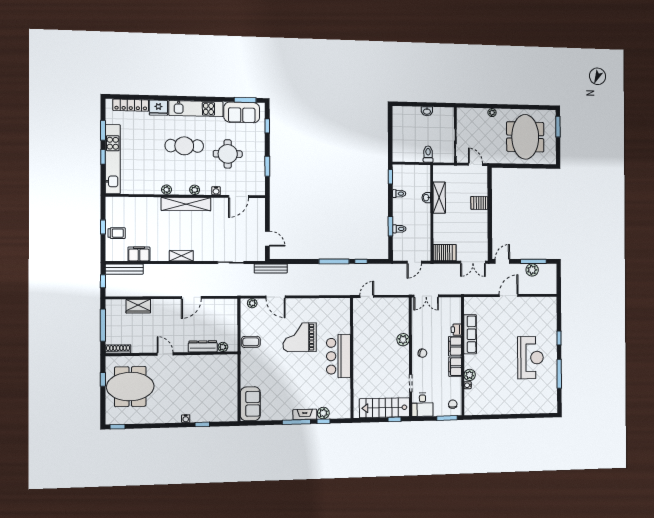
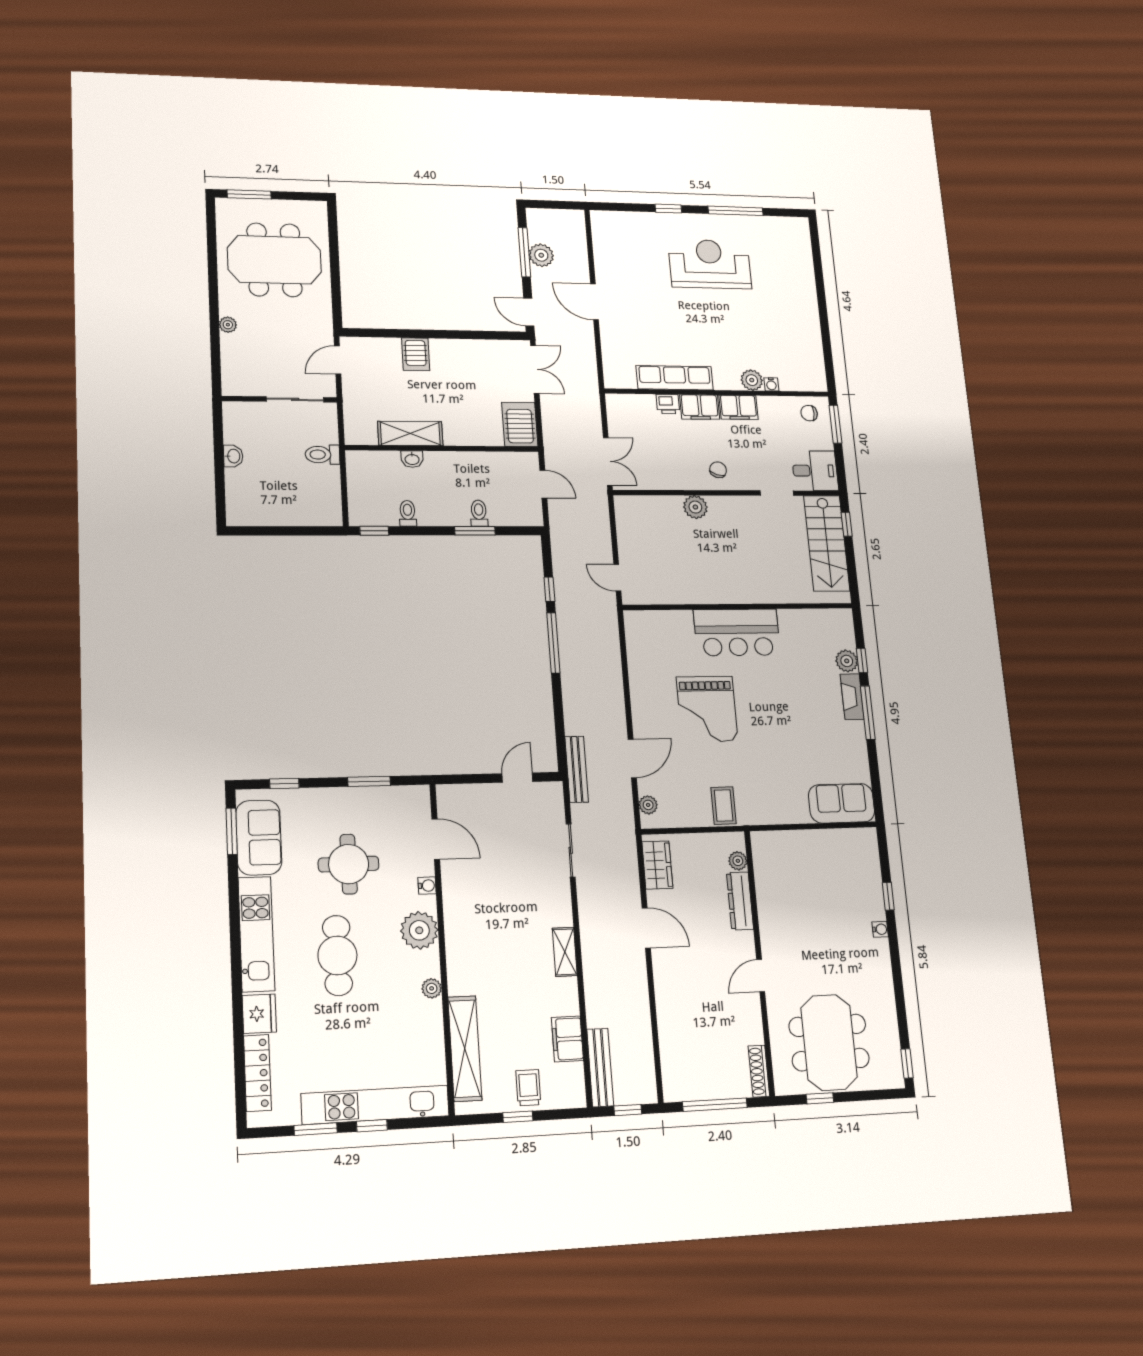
plant: (195, 190) -> (419, 930), width x1.87, depth x1.87
shelving: (186, 204) -> (465, 1048), moved
wardrobe: (138, 306) -> (657, 865), moved

